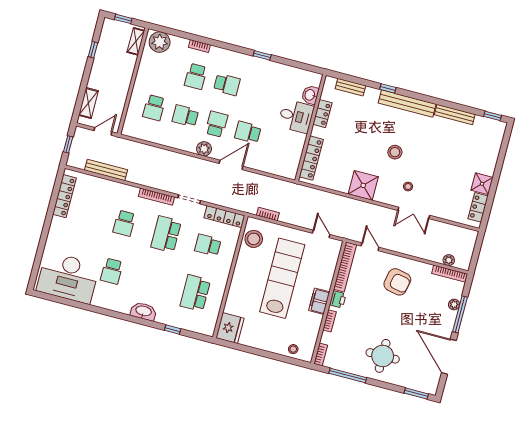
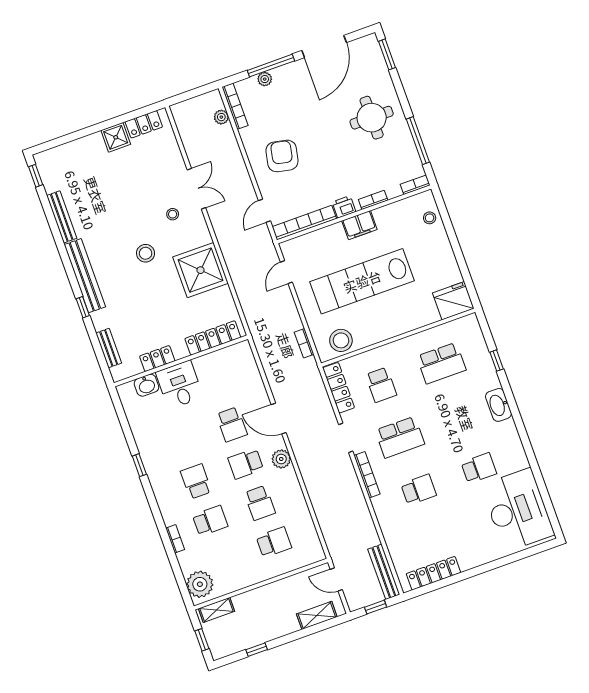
bench: (106, 170) -> (384, 572), moved
shower: (363, 185) -> (201, 270), width x1.37, depth x1.37

